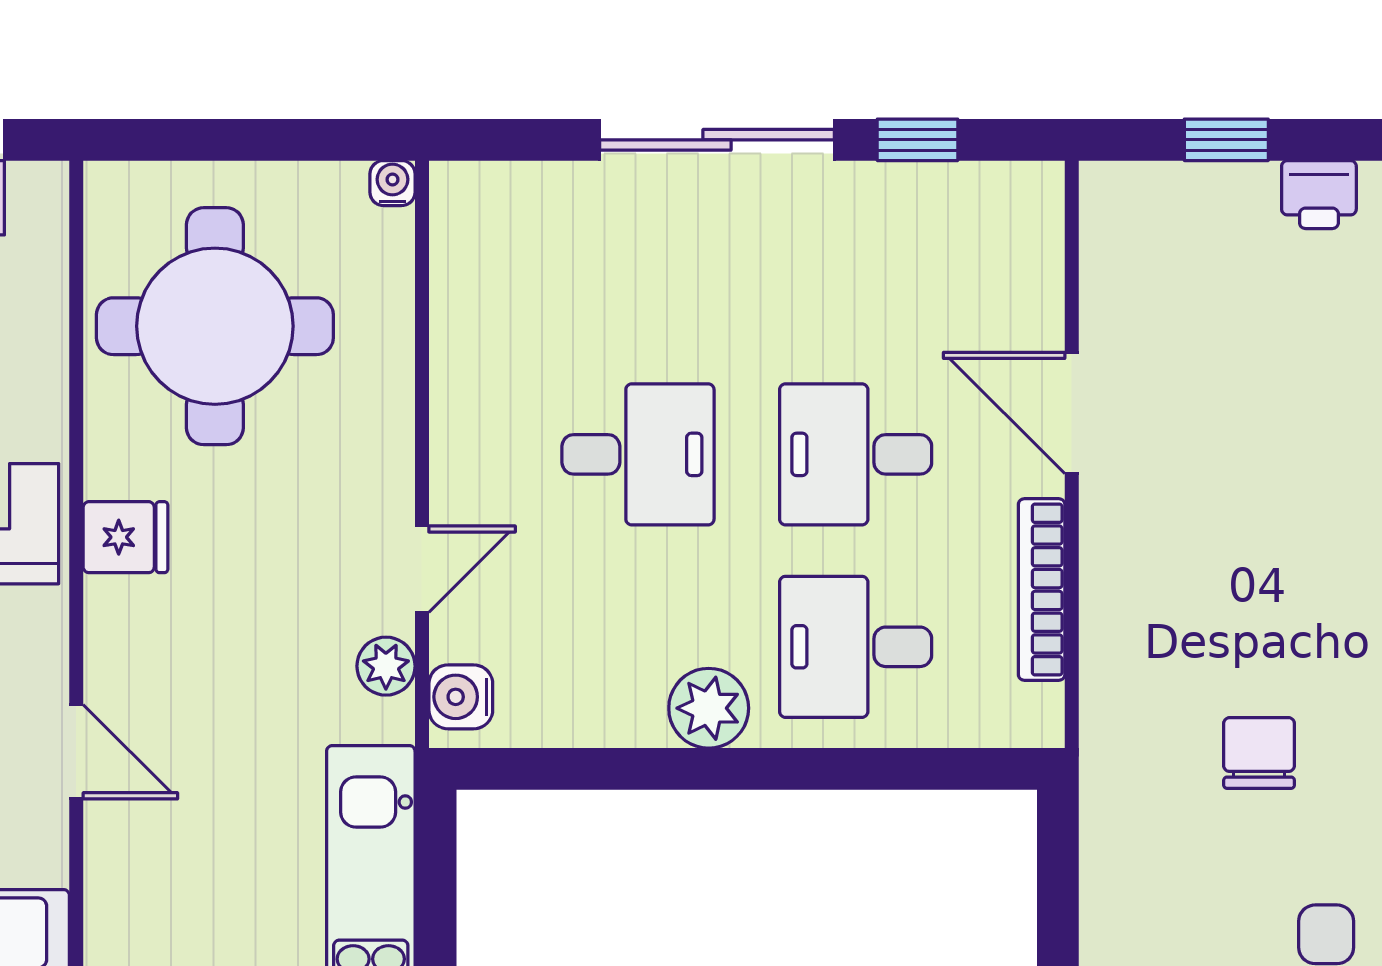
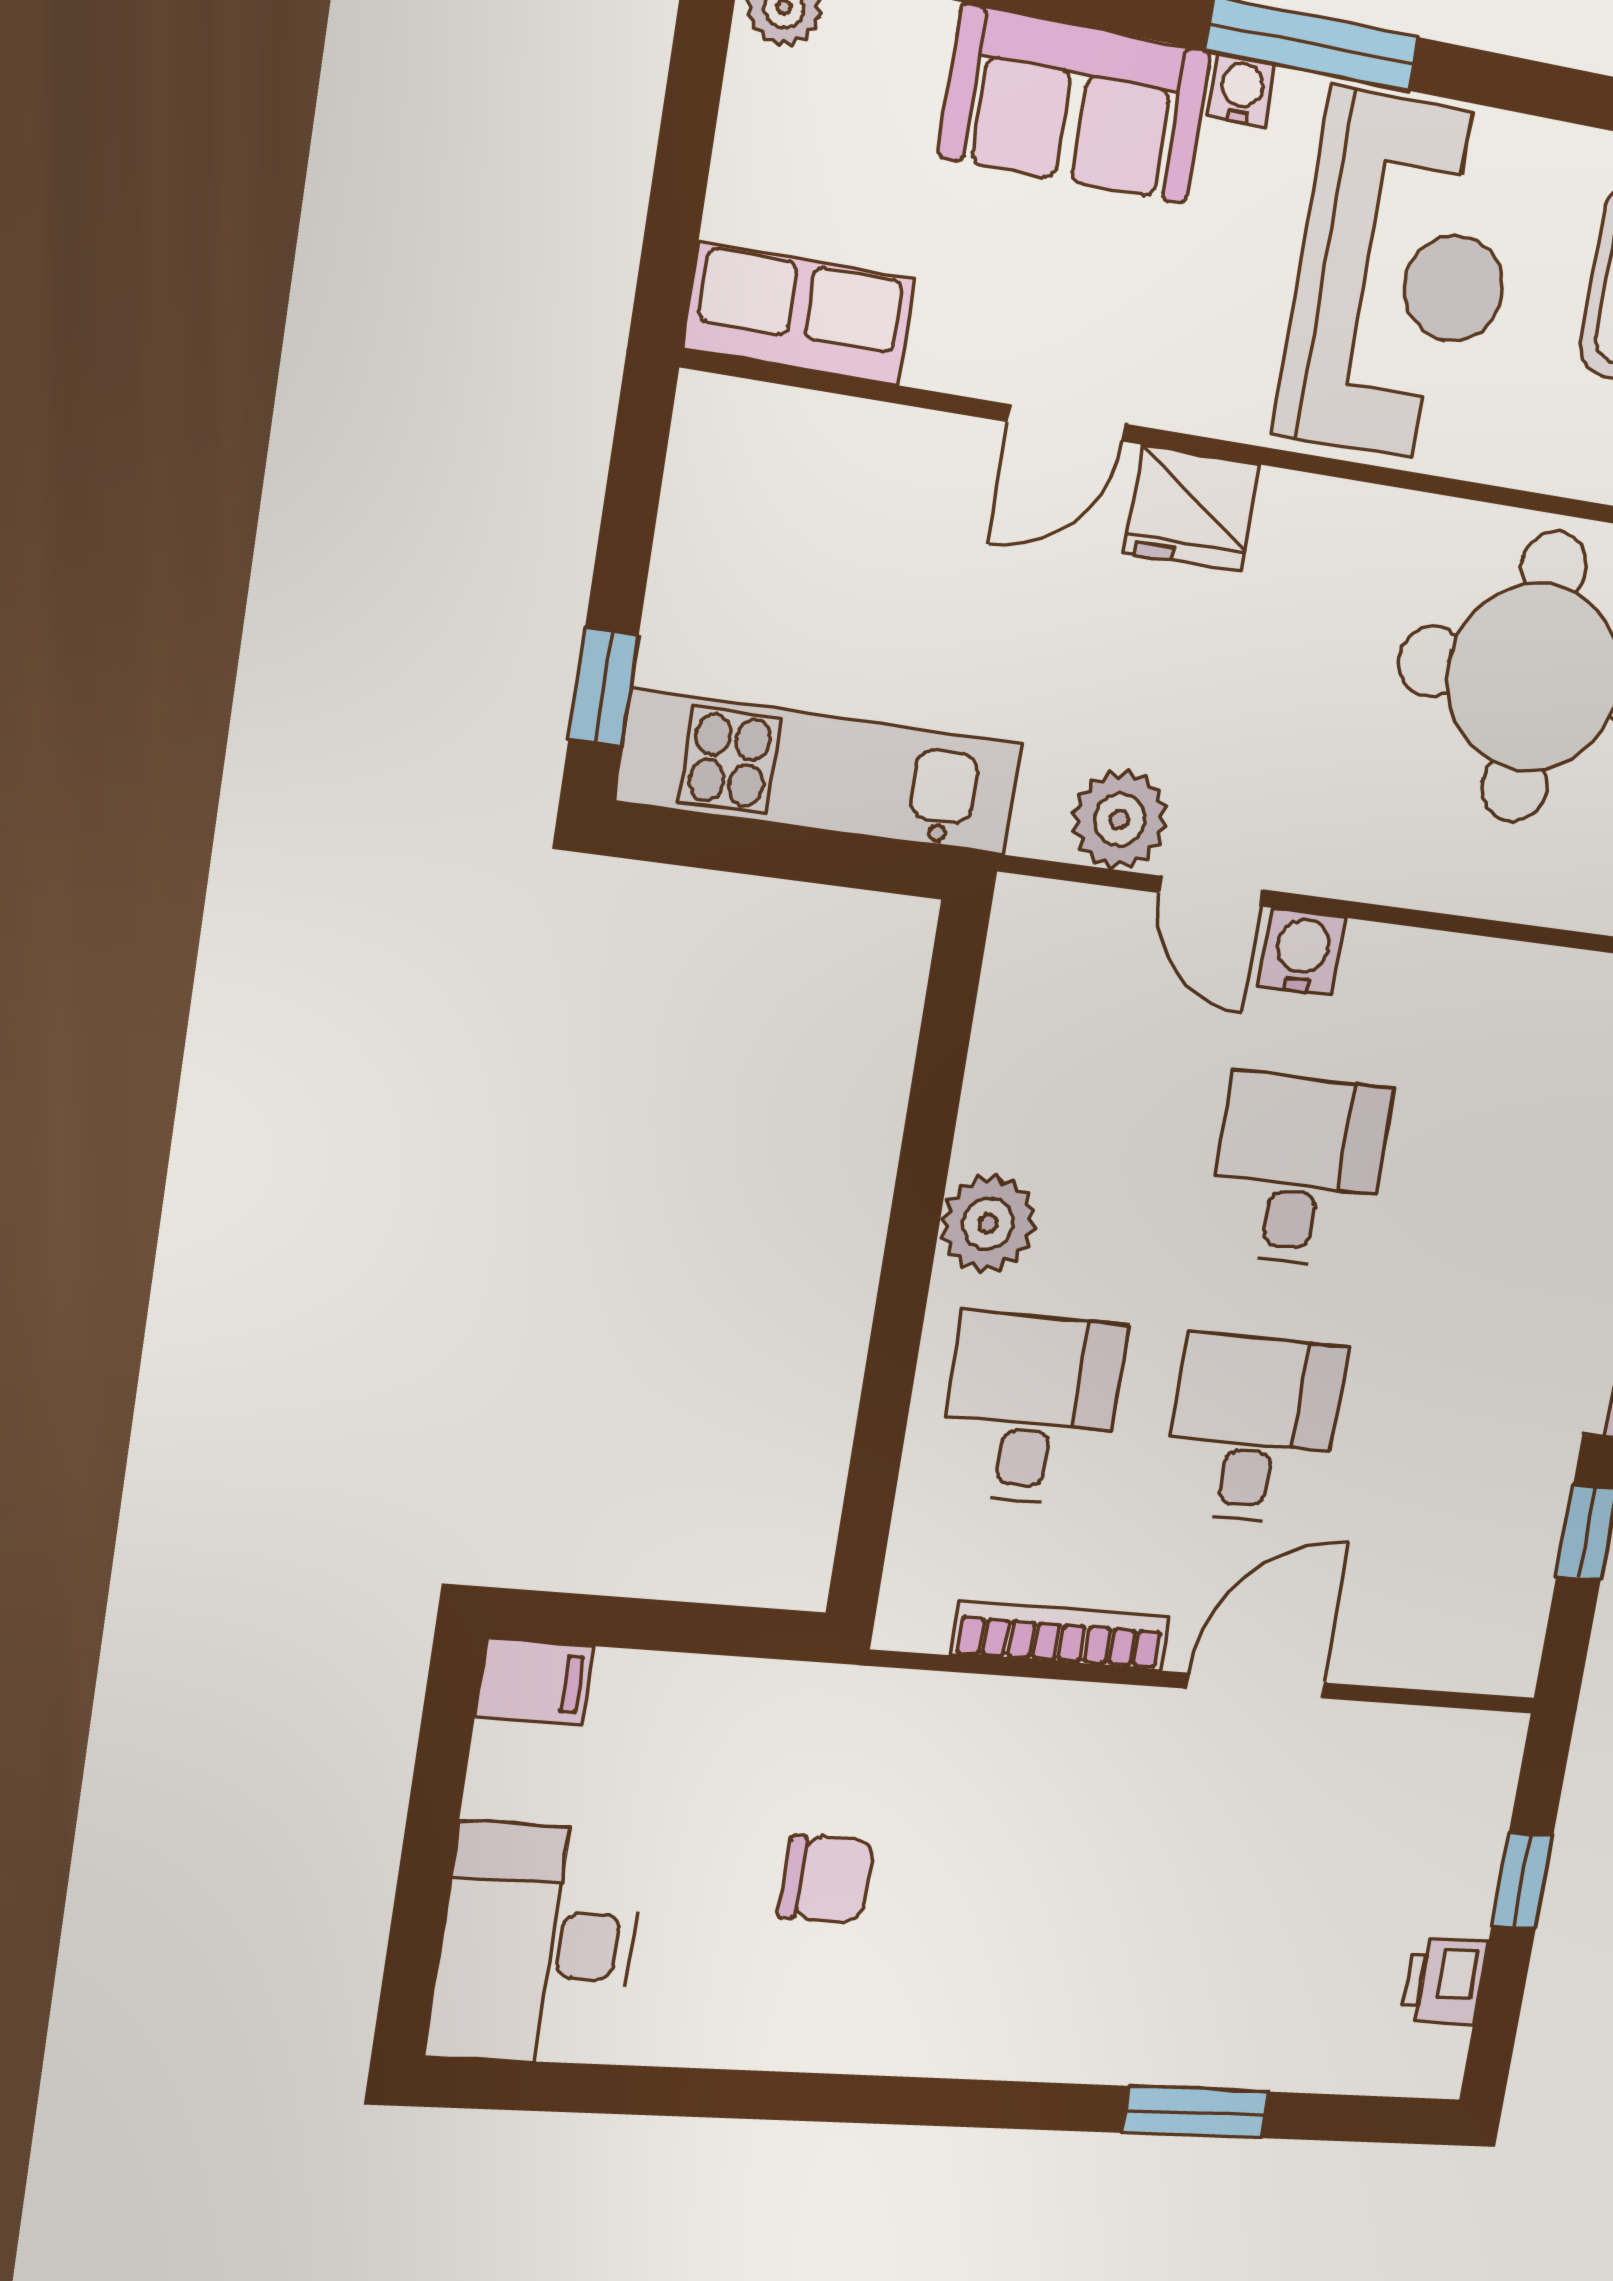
desk: (638, 454) -> (1298, 1170), turned 180
fridge: (126, 537) -> (1192, 508), moved, width x1.38
plant: (386, 666) -> (1120, 819), width x1.38, depth x1.38
water cooler: (461, 697) -> (1302, 952), moved

